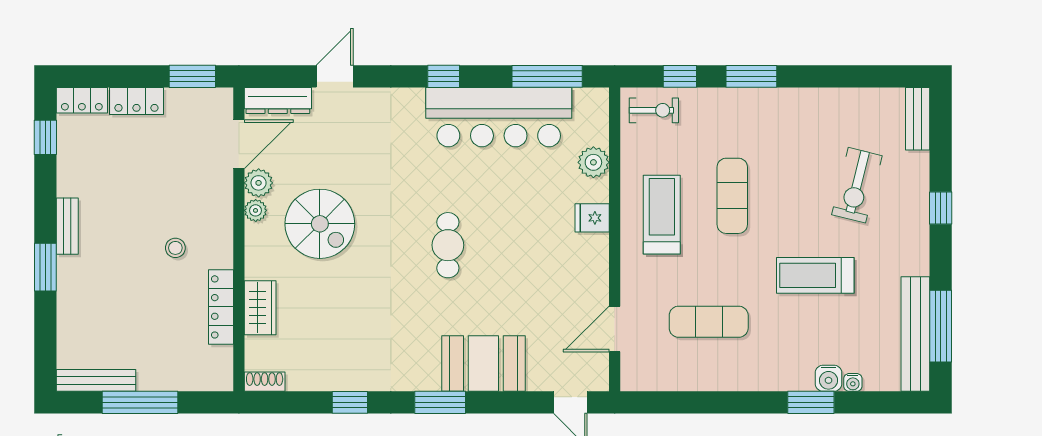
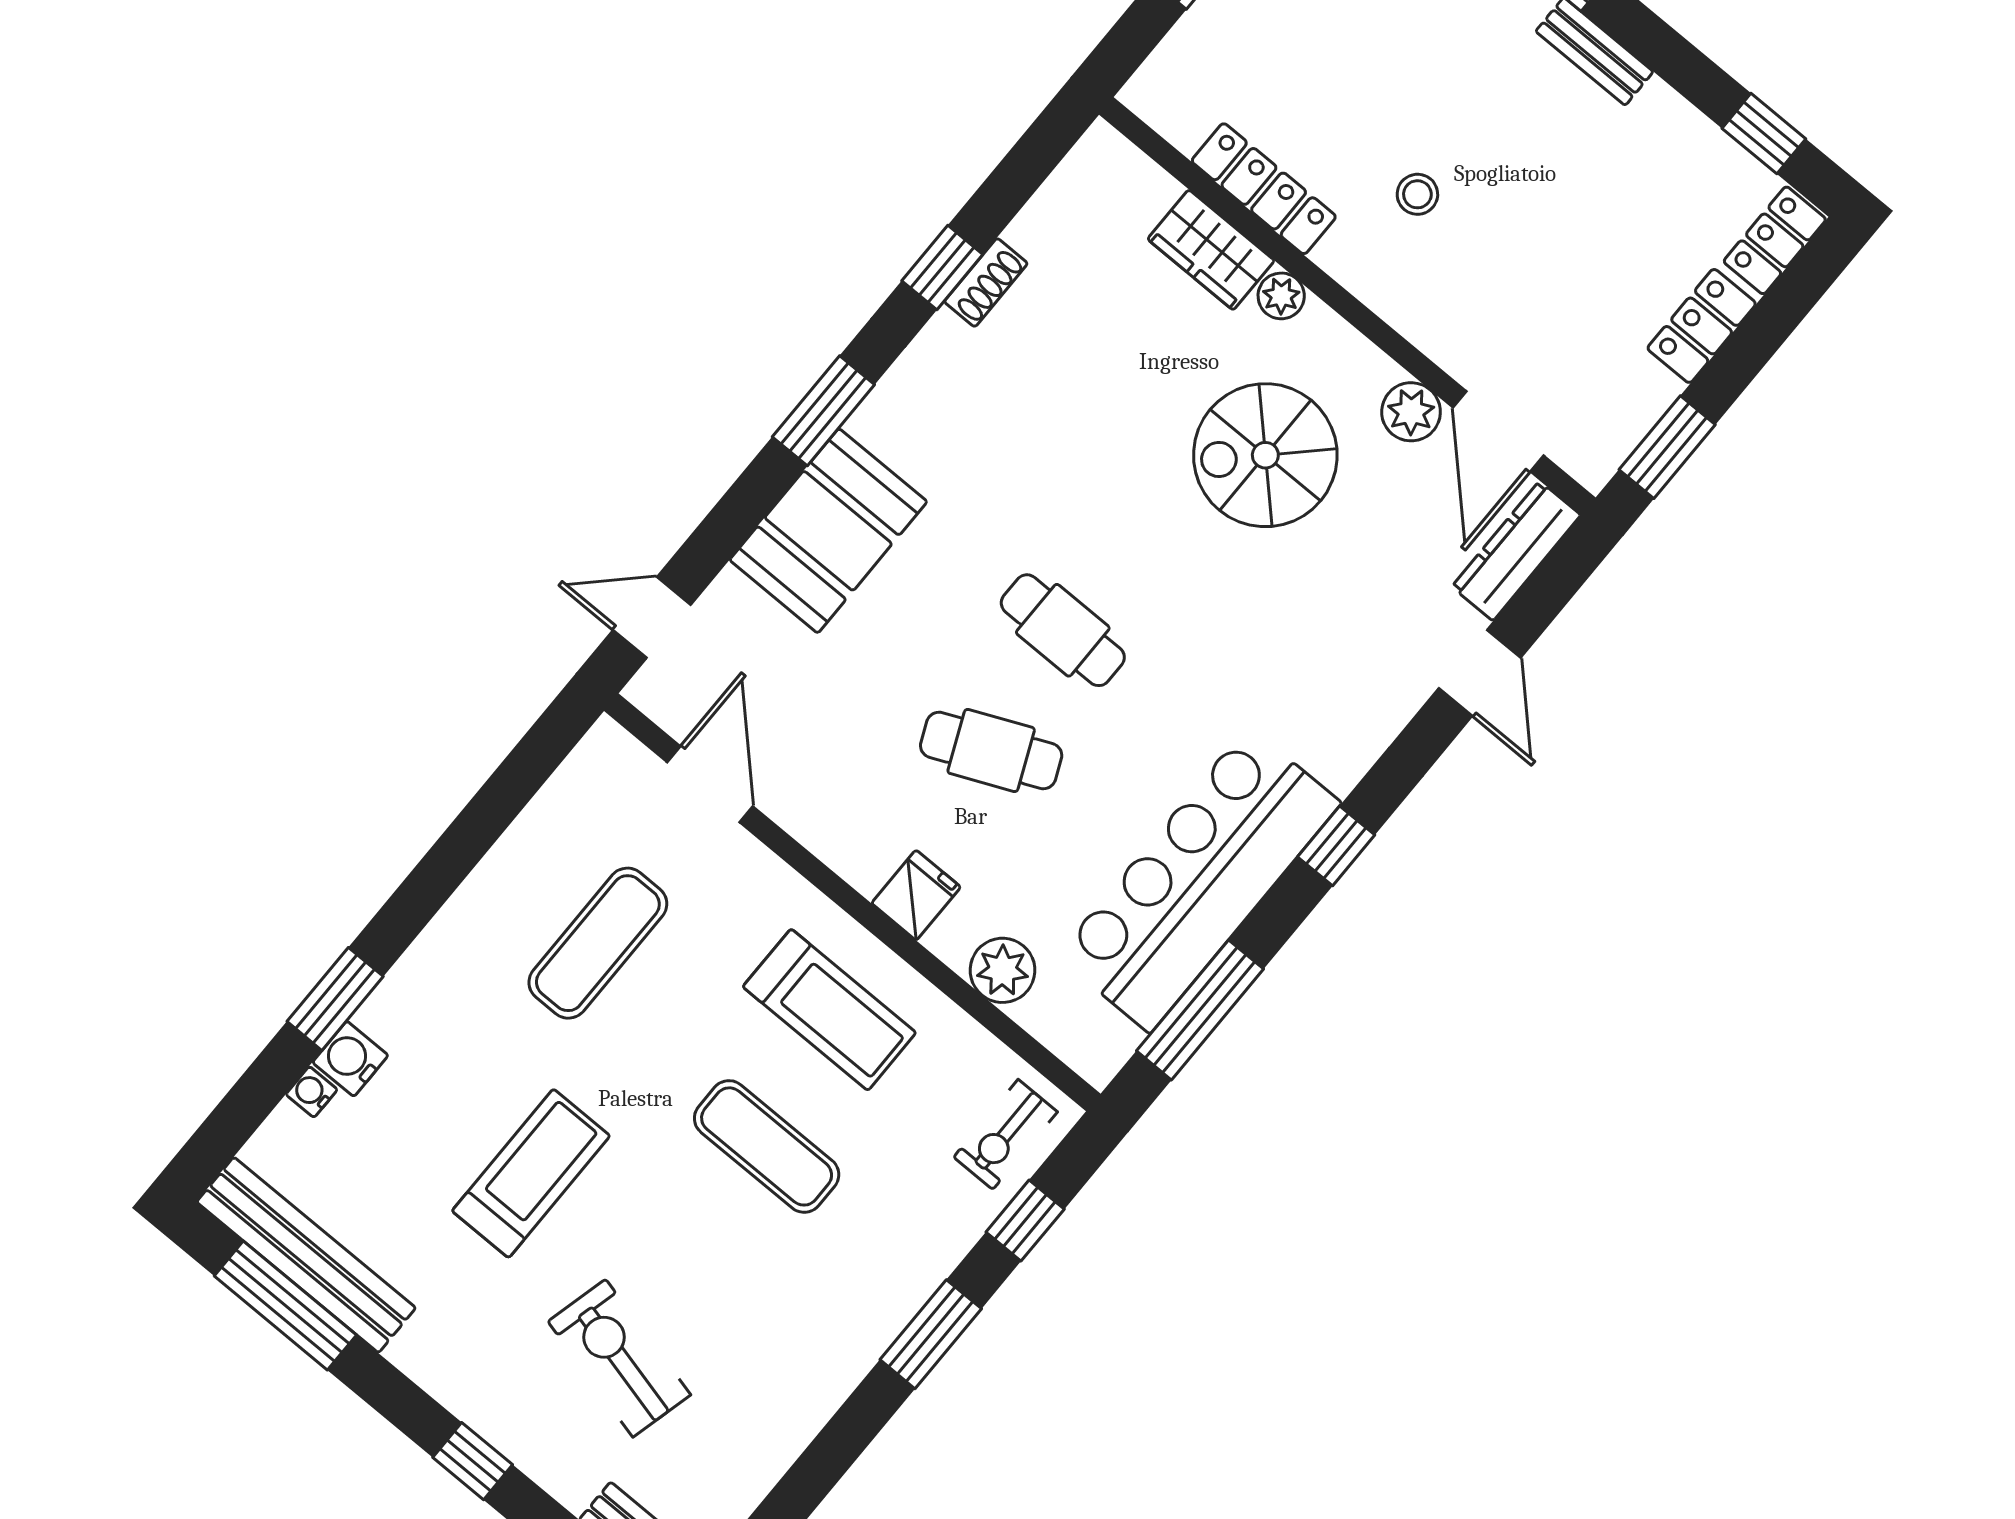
plant: (256, 210) -> (1281, 296), moved
cafe table: (515, 235) -> (991, 750), added
shoe rack: (265, 382) -> (986, 283), moved

